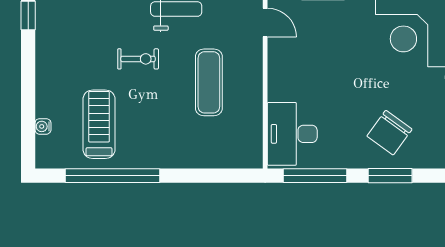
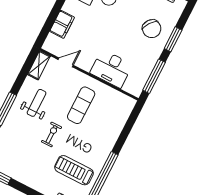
exercise mat: (209, 82) -> (81, 105), turned 90
desk: (292, 134) -> (111, 69), moved

